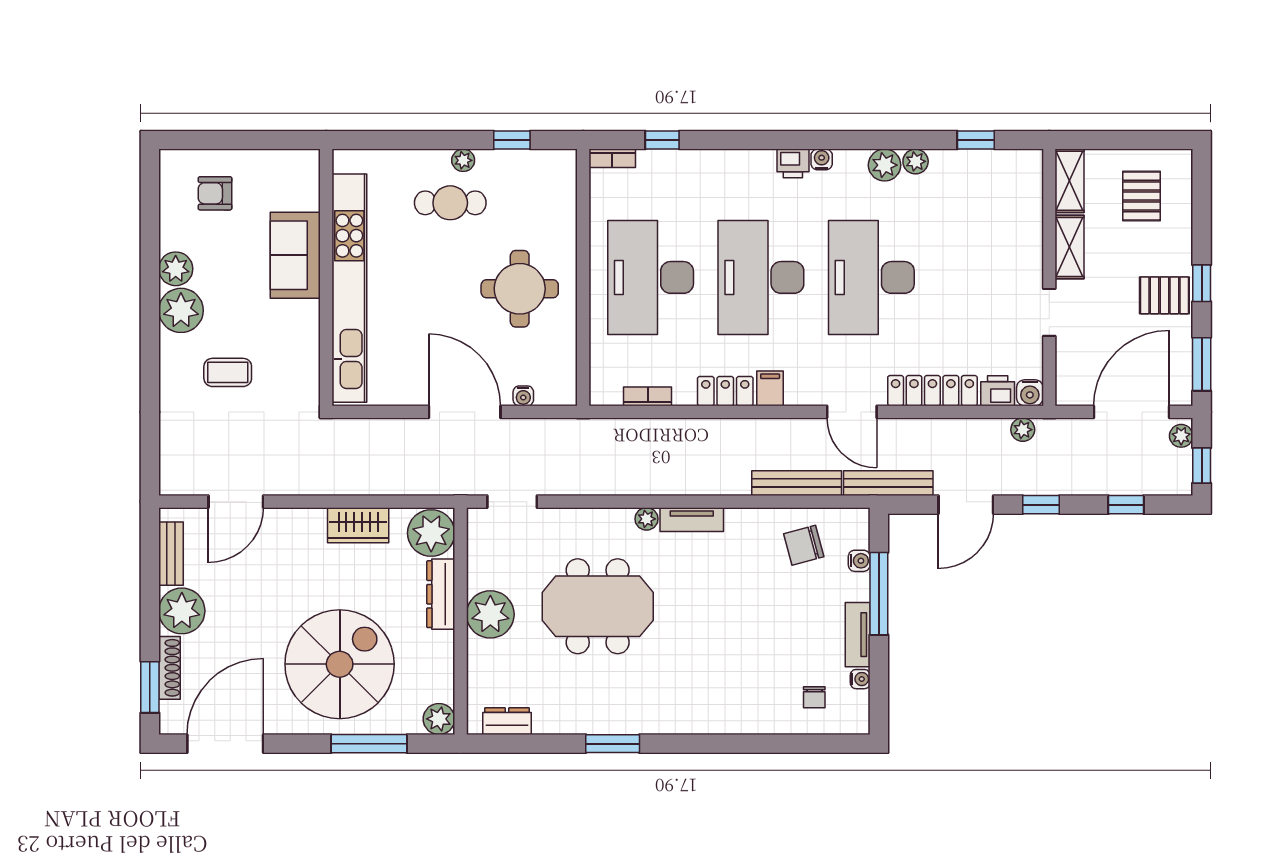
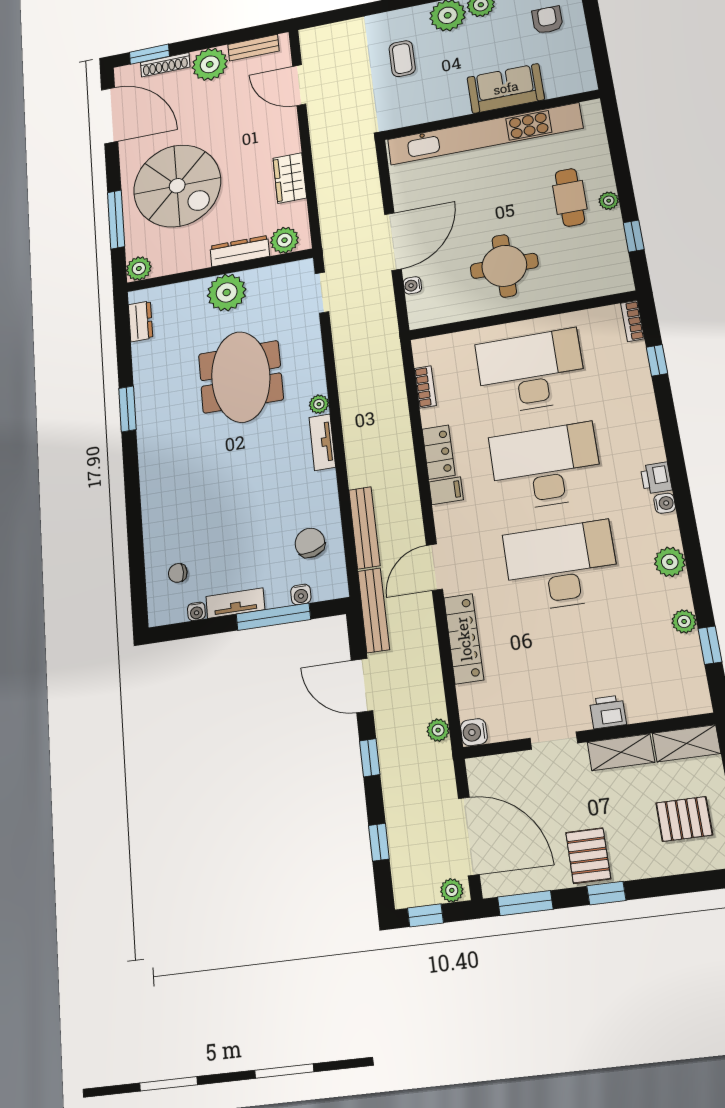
plant: (916, 161) -> (684, 621), moved
printer: (998, 391) -> (608, 712), moved, turned -90
plant: (431, 533) -> (284, 240), width x0.73, depth x0.73

